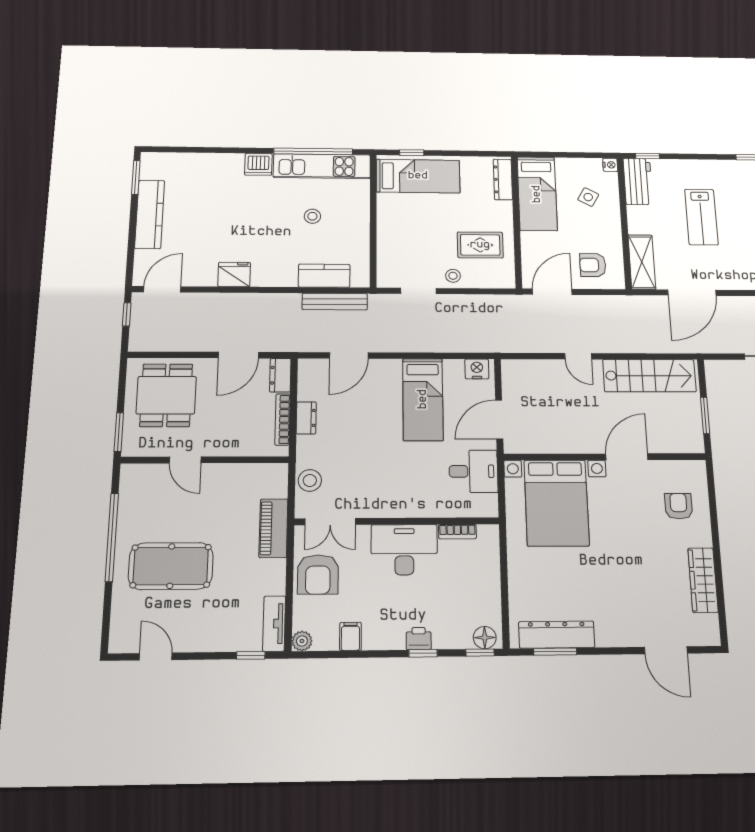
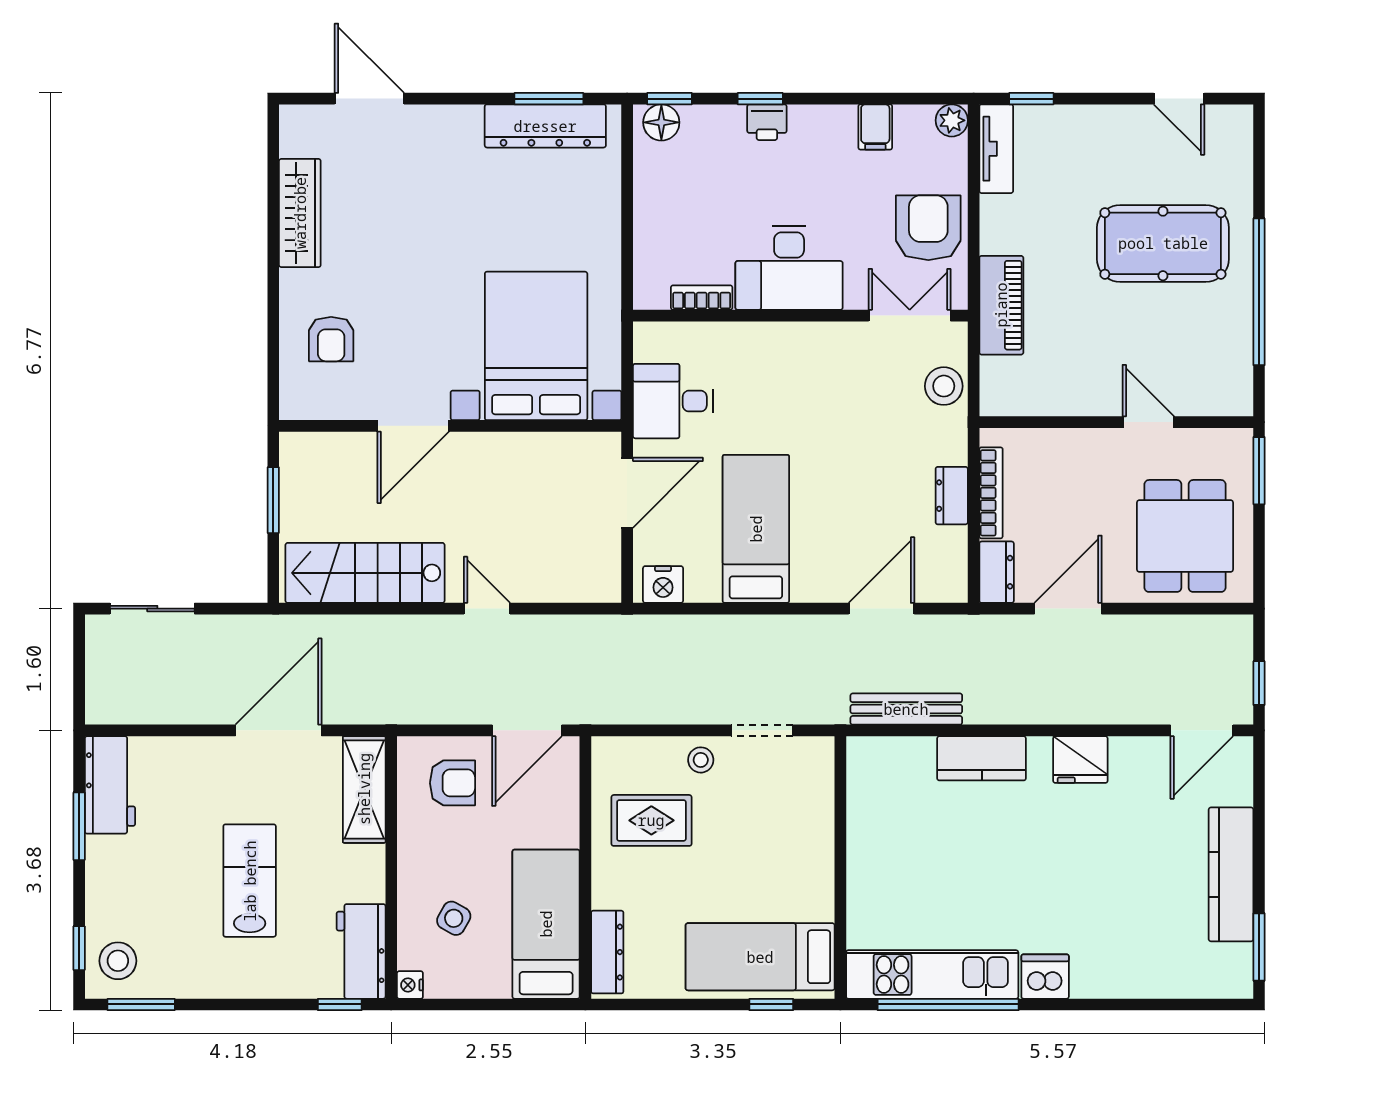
stool: (312, 216) -> (947, 874), removed
kitchen counter: (324, 276) -> (982, 758), moved

